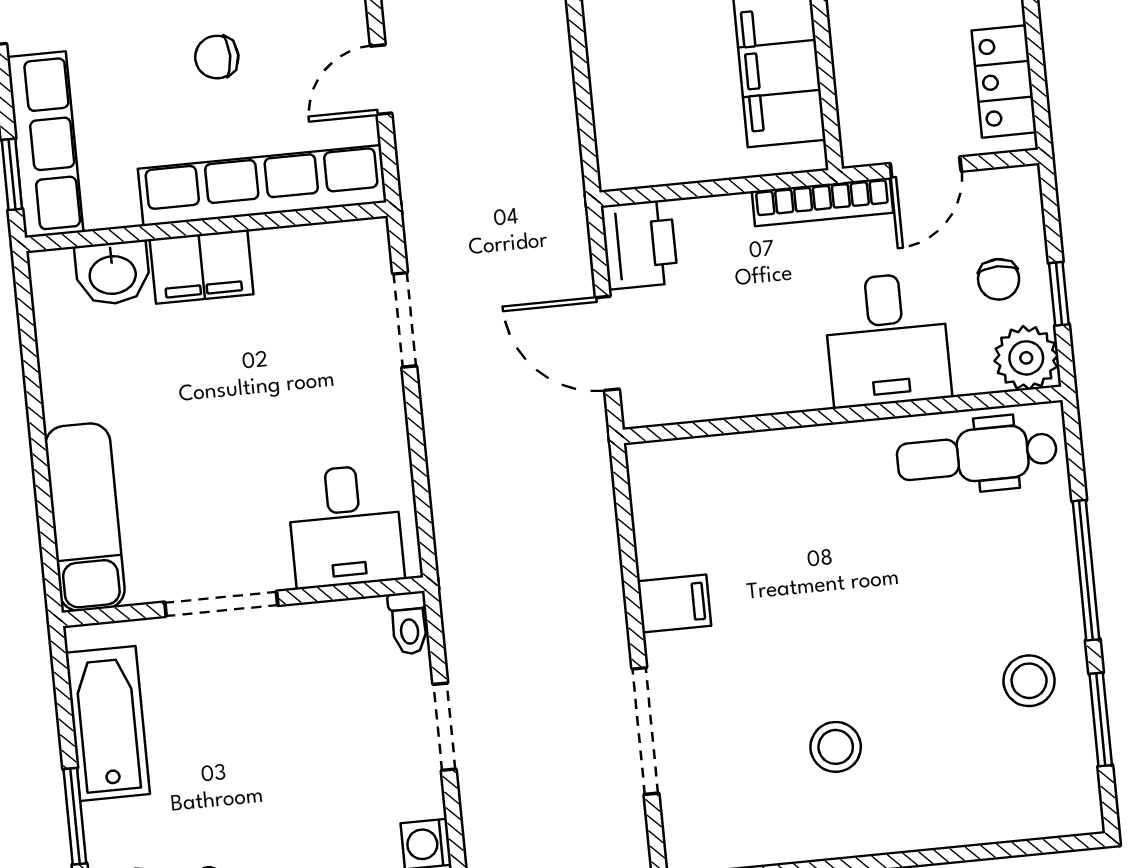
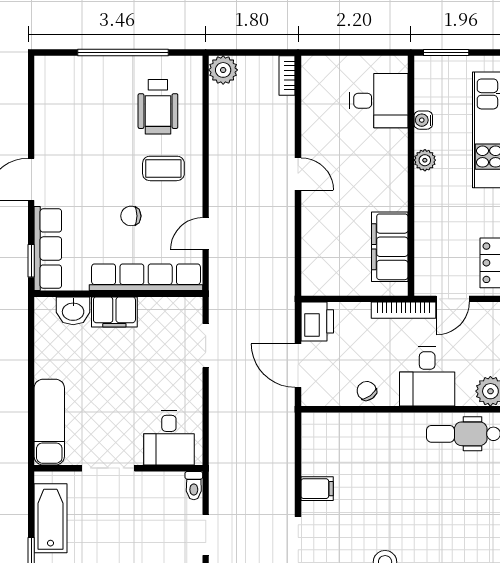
chair: (999, 279) -> (367, 391), moved, turned 143
stool: (1029, 681) -> (477, 540), removed

